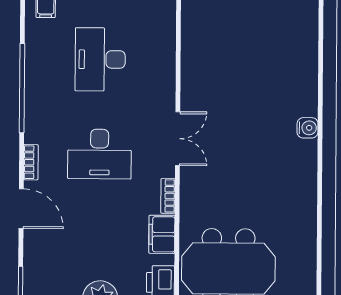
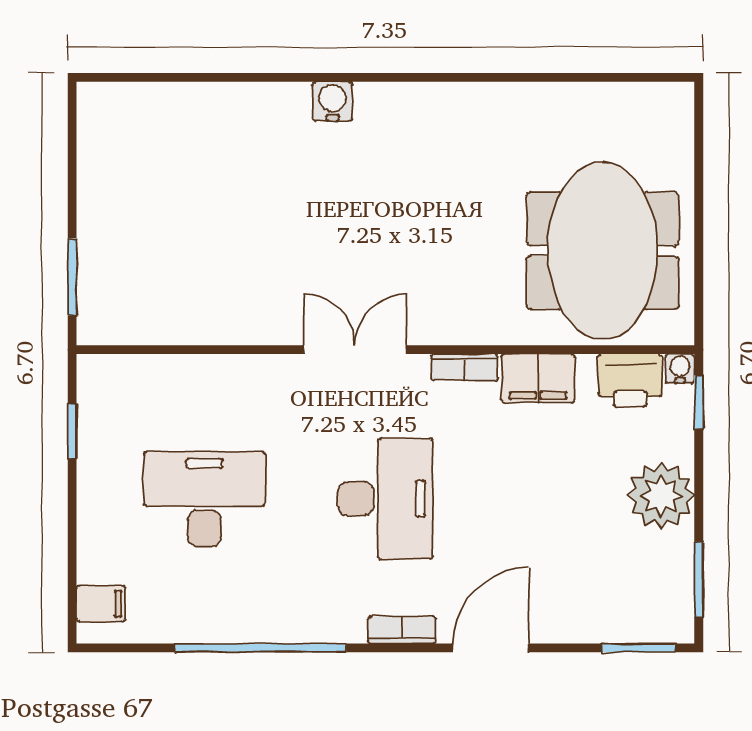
desk: (100, 59) -> (204, 499), turned 180

